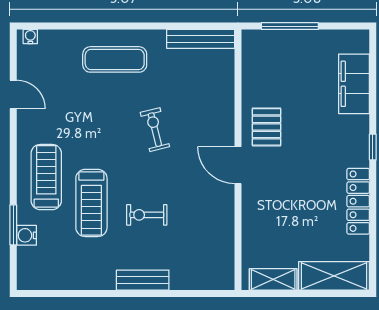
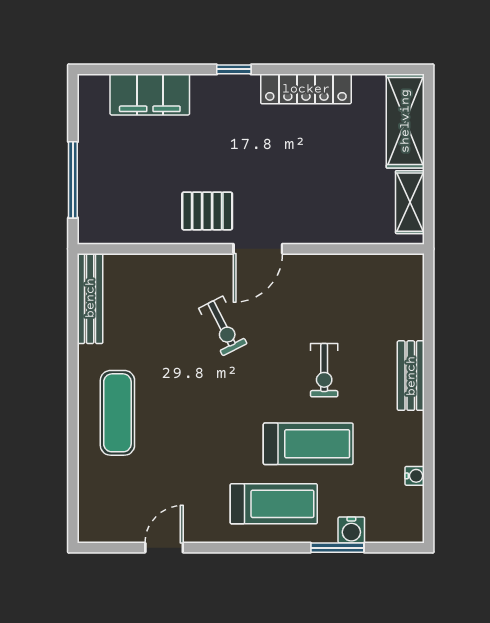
water cooler: (30, 37) -> (415, 476), moved, turned 180
exercise bike: (155, 130) -> (223, 326), moved, turned -103
treadmill: (46, 177) -> (274, 504), turned 180

